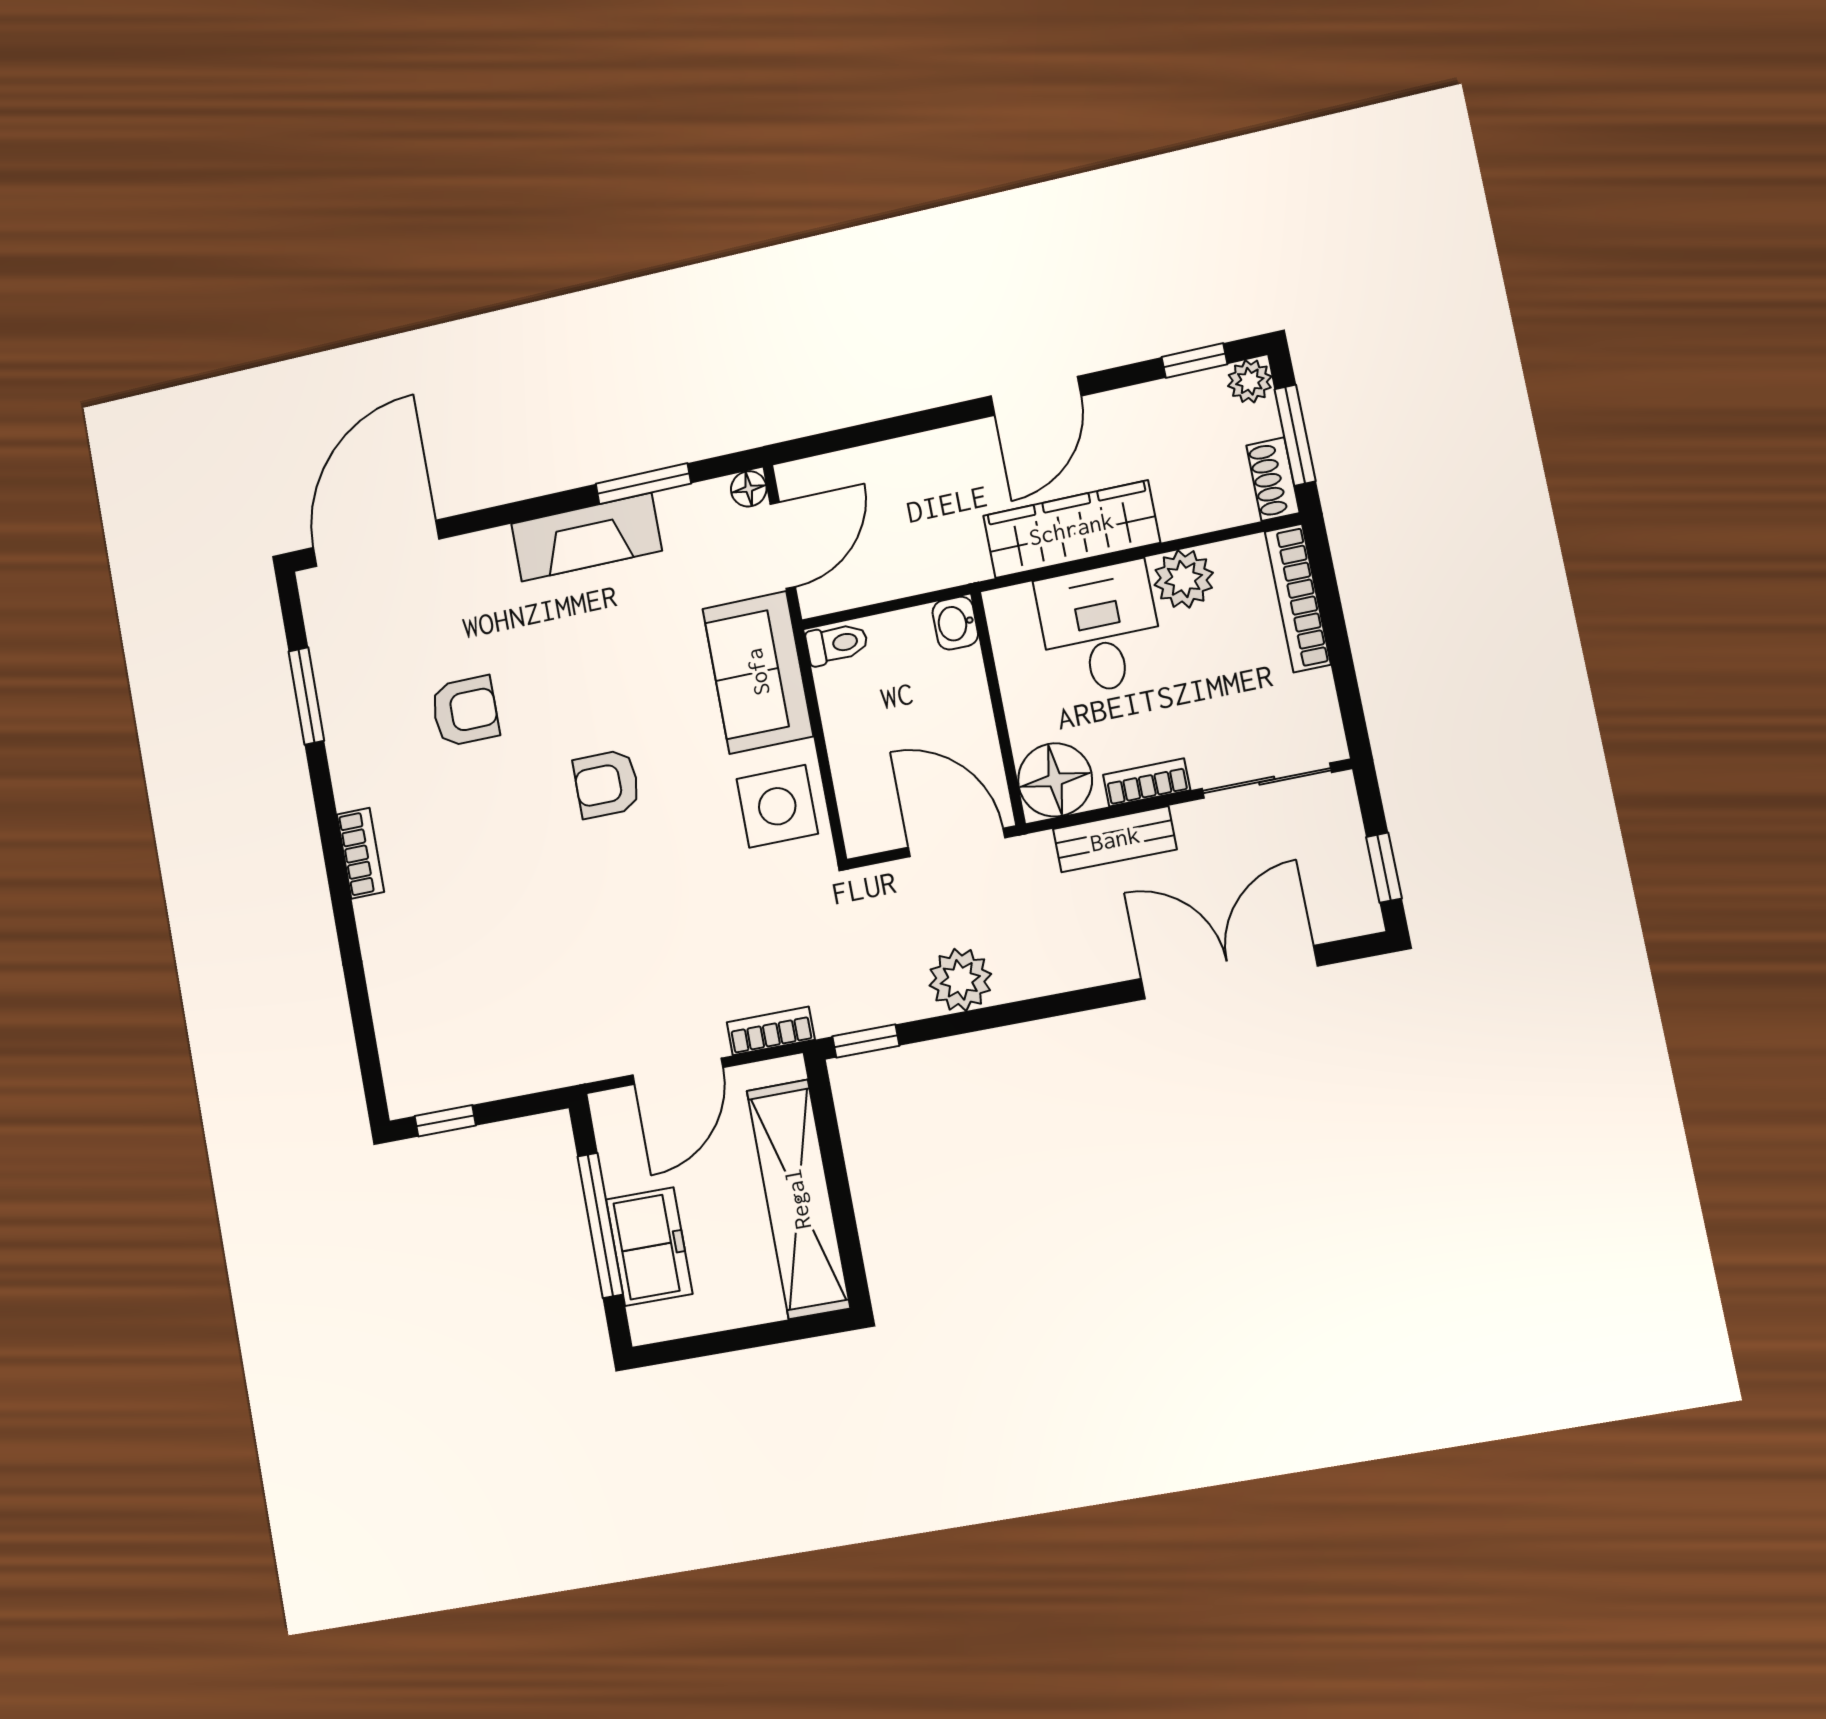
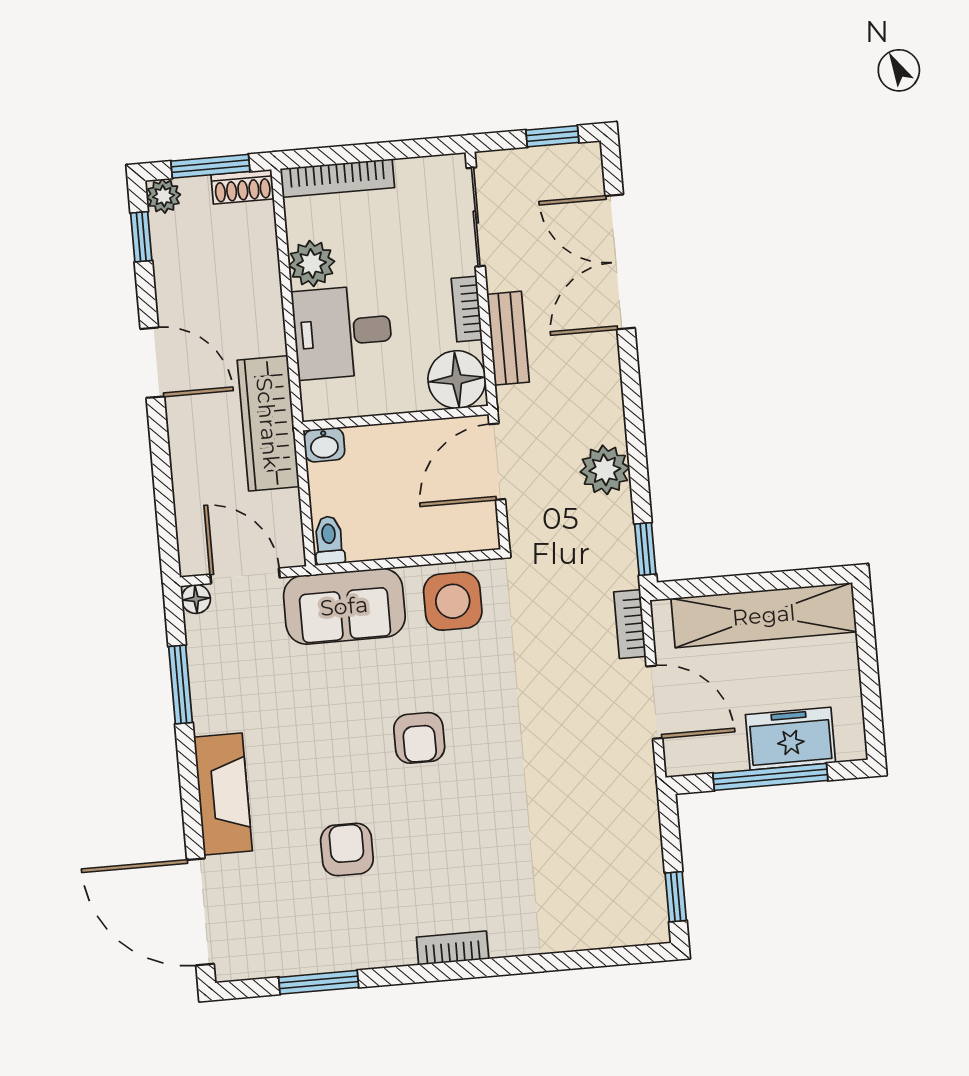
wardrobe: (1071, 529) -> (268, 423), moved
fireplace: (586, 537) -> (223, 794), moved

